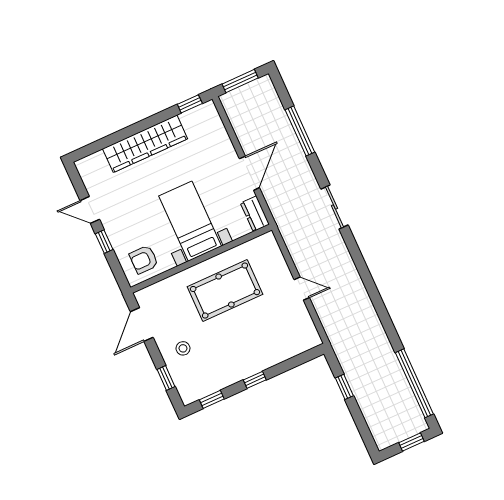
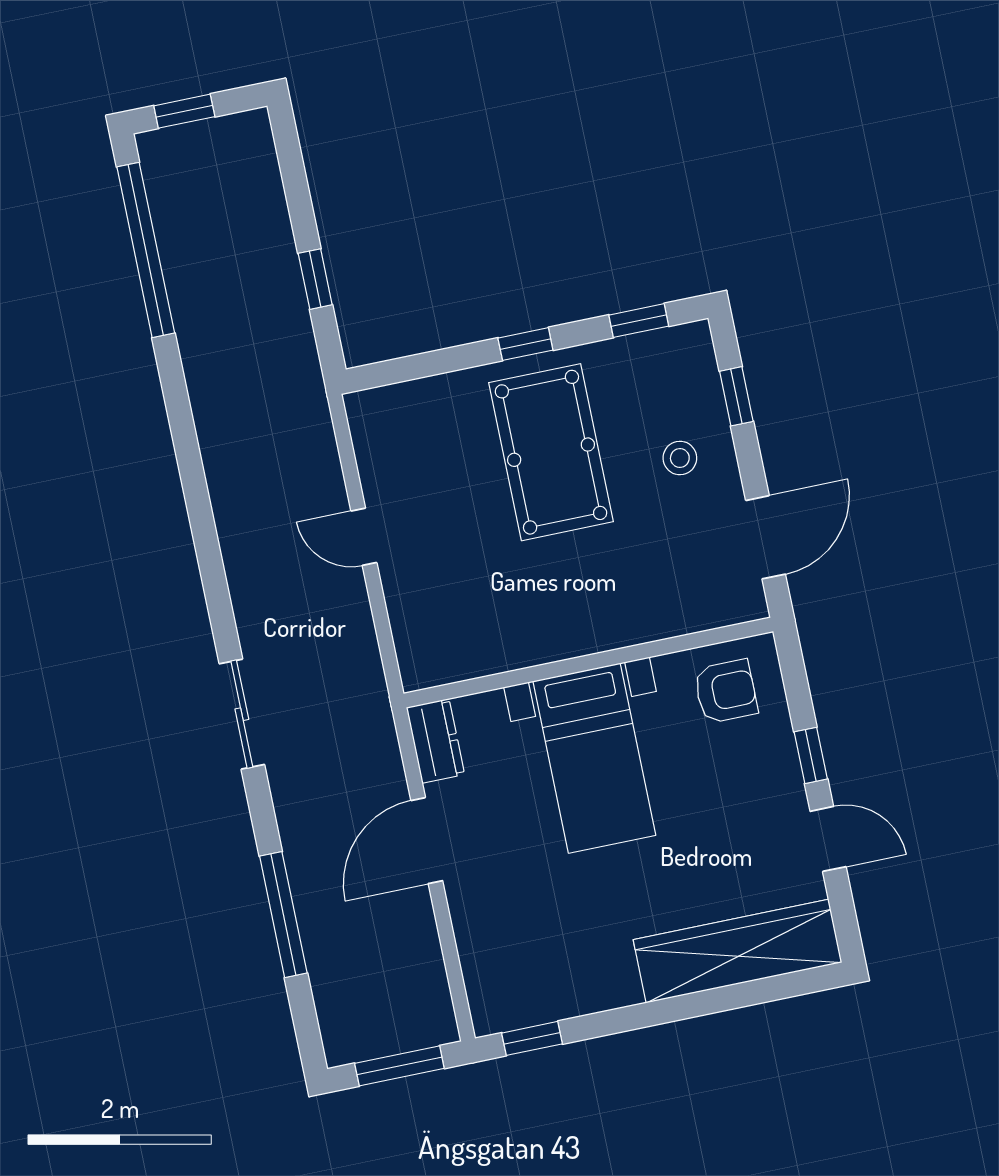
wardrobe: (145, 144) -> (737, 951), moved
pool table: (225, 291) -> (551, 452), moved, turned 90

